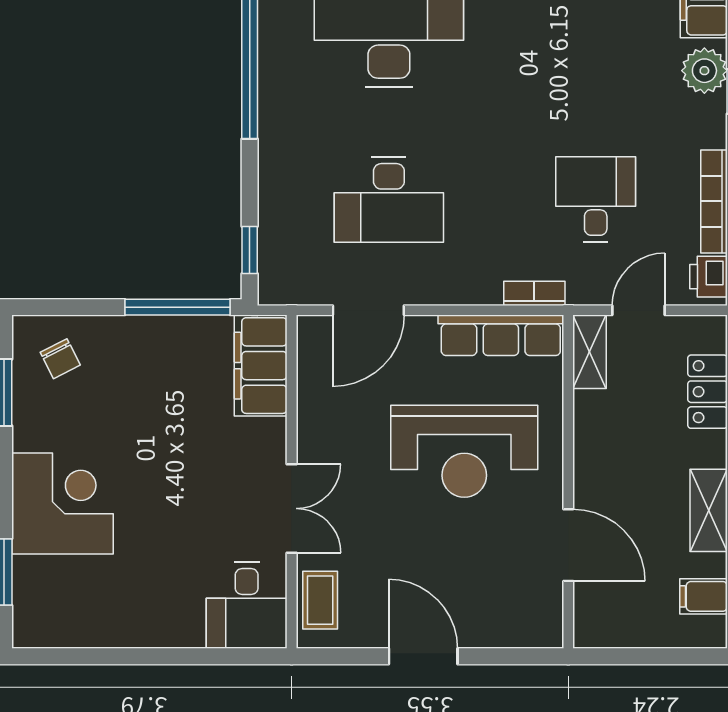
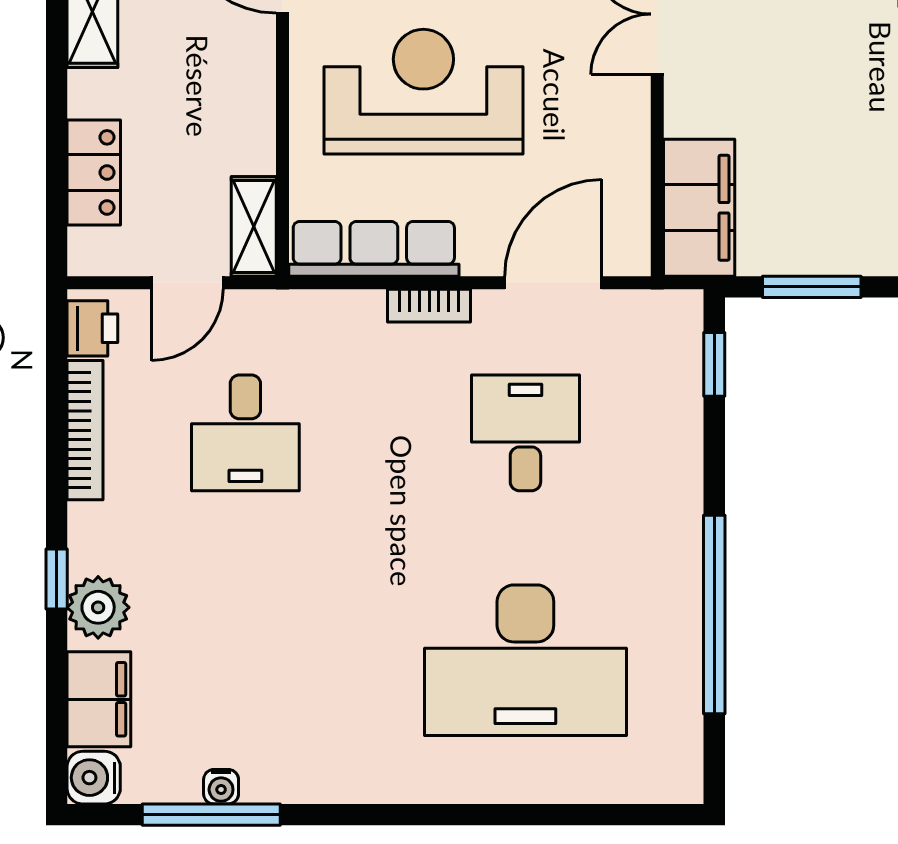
desk: (389, 199) -> (525, 433), width x0.73
bookcase: (534, 293) -> (429, 306), moved
window: (178, 307) -> (812, 287), width x0.69

